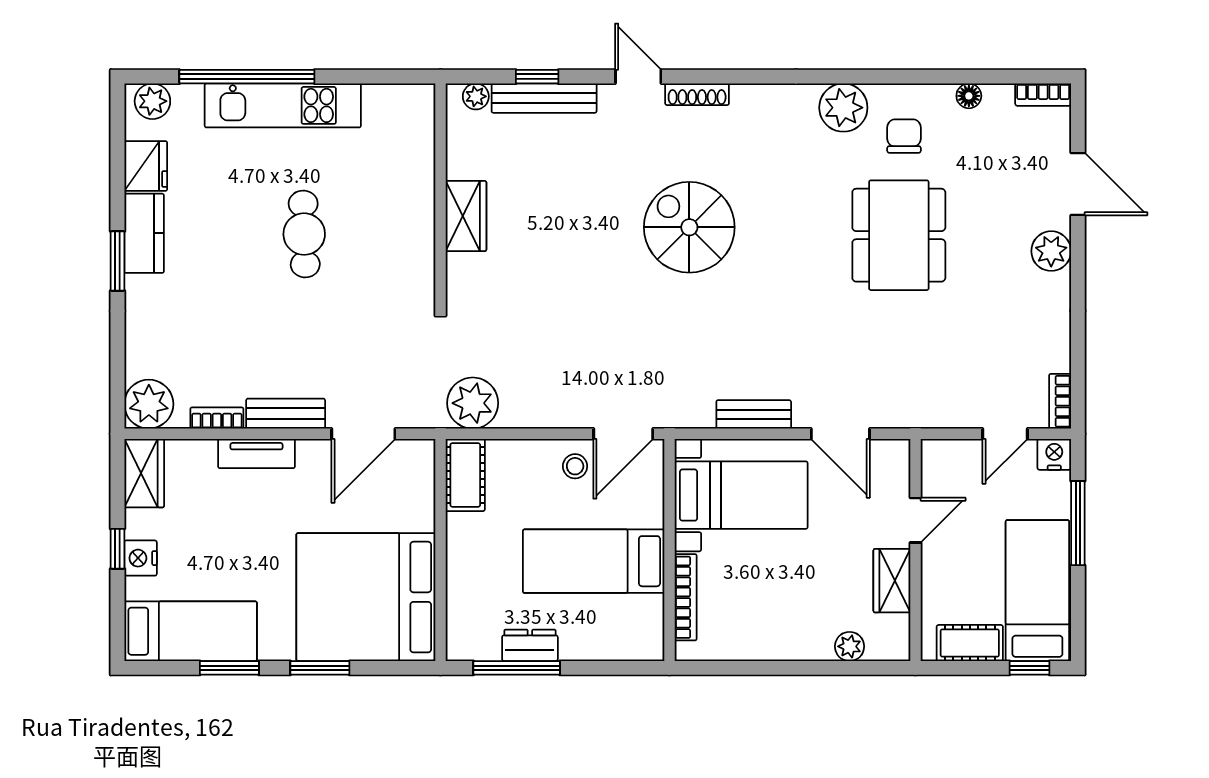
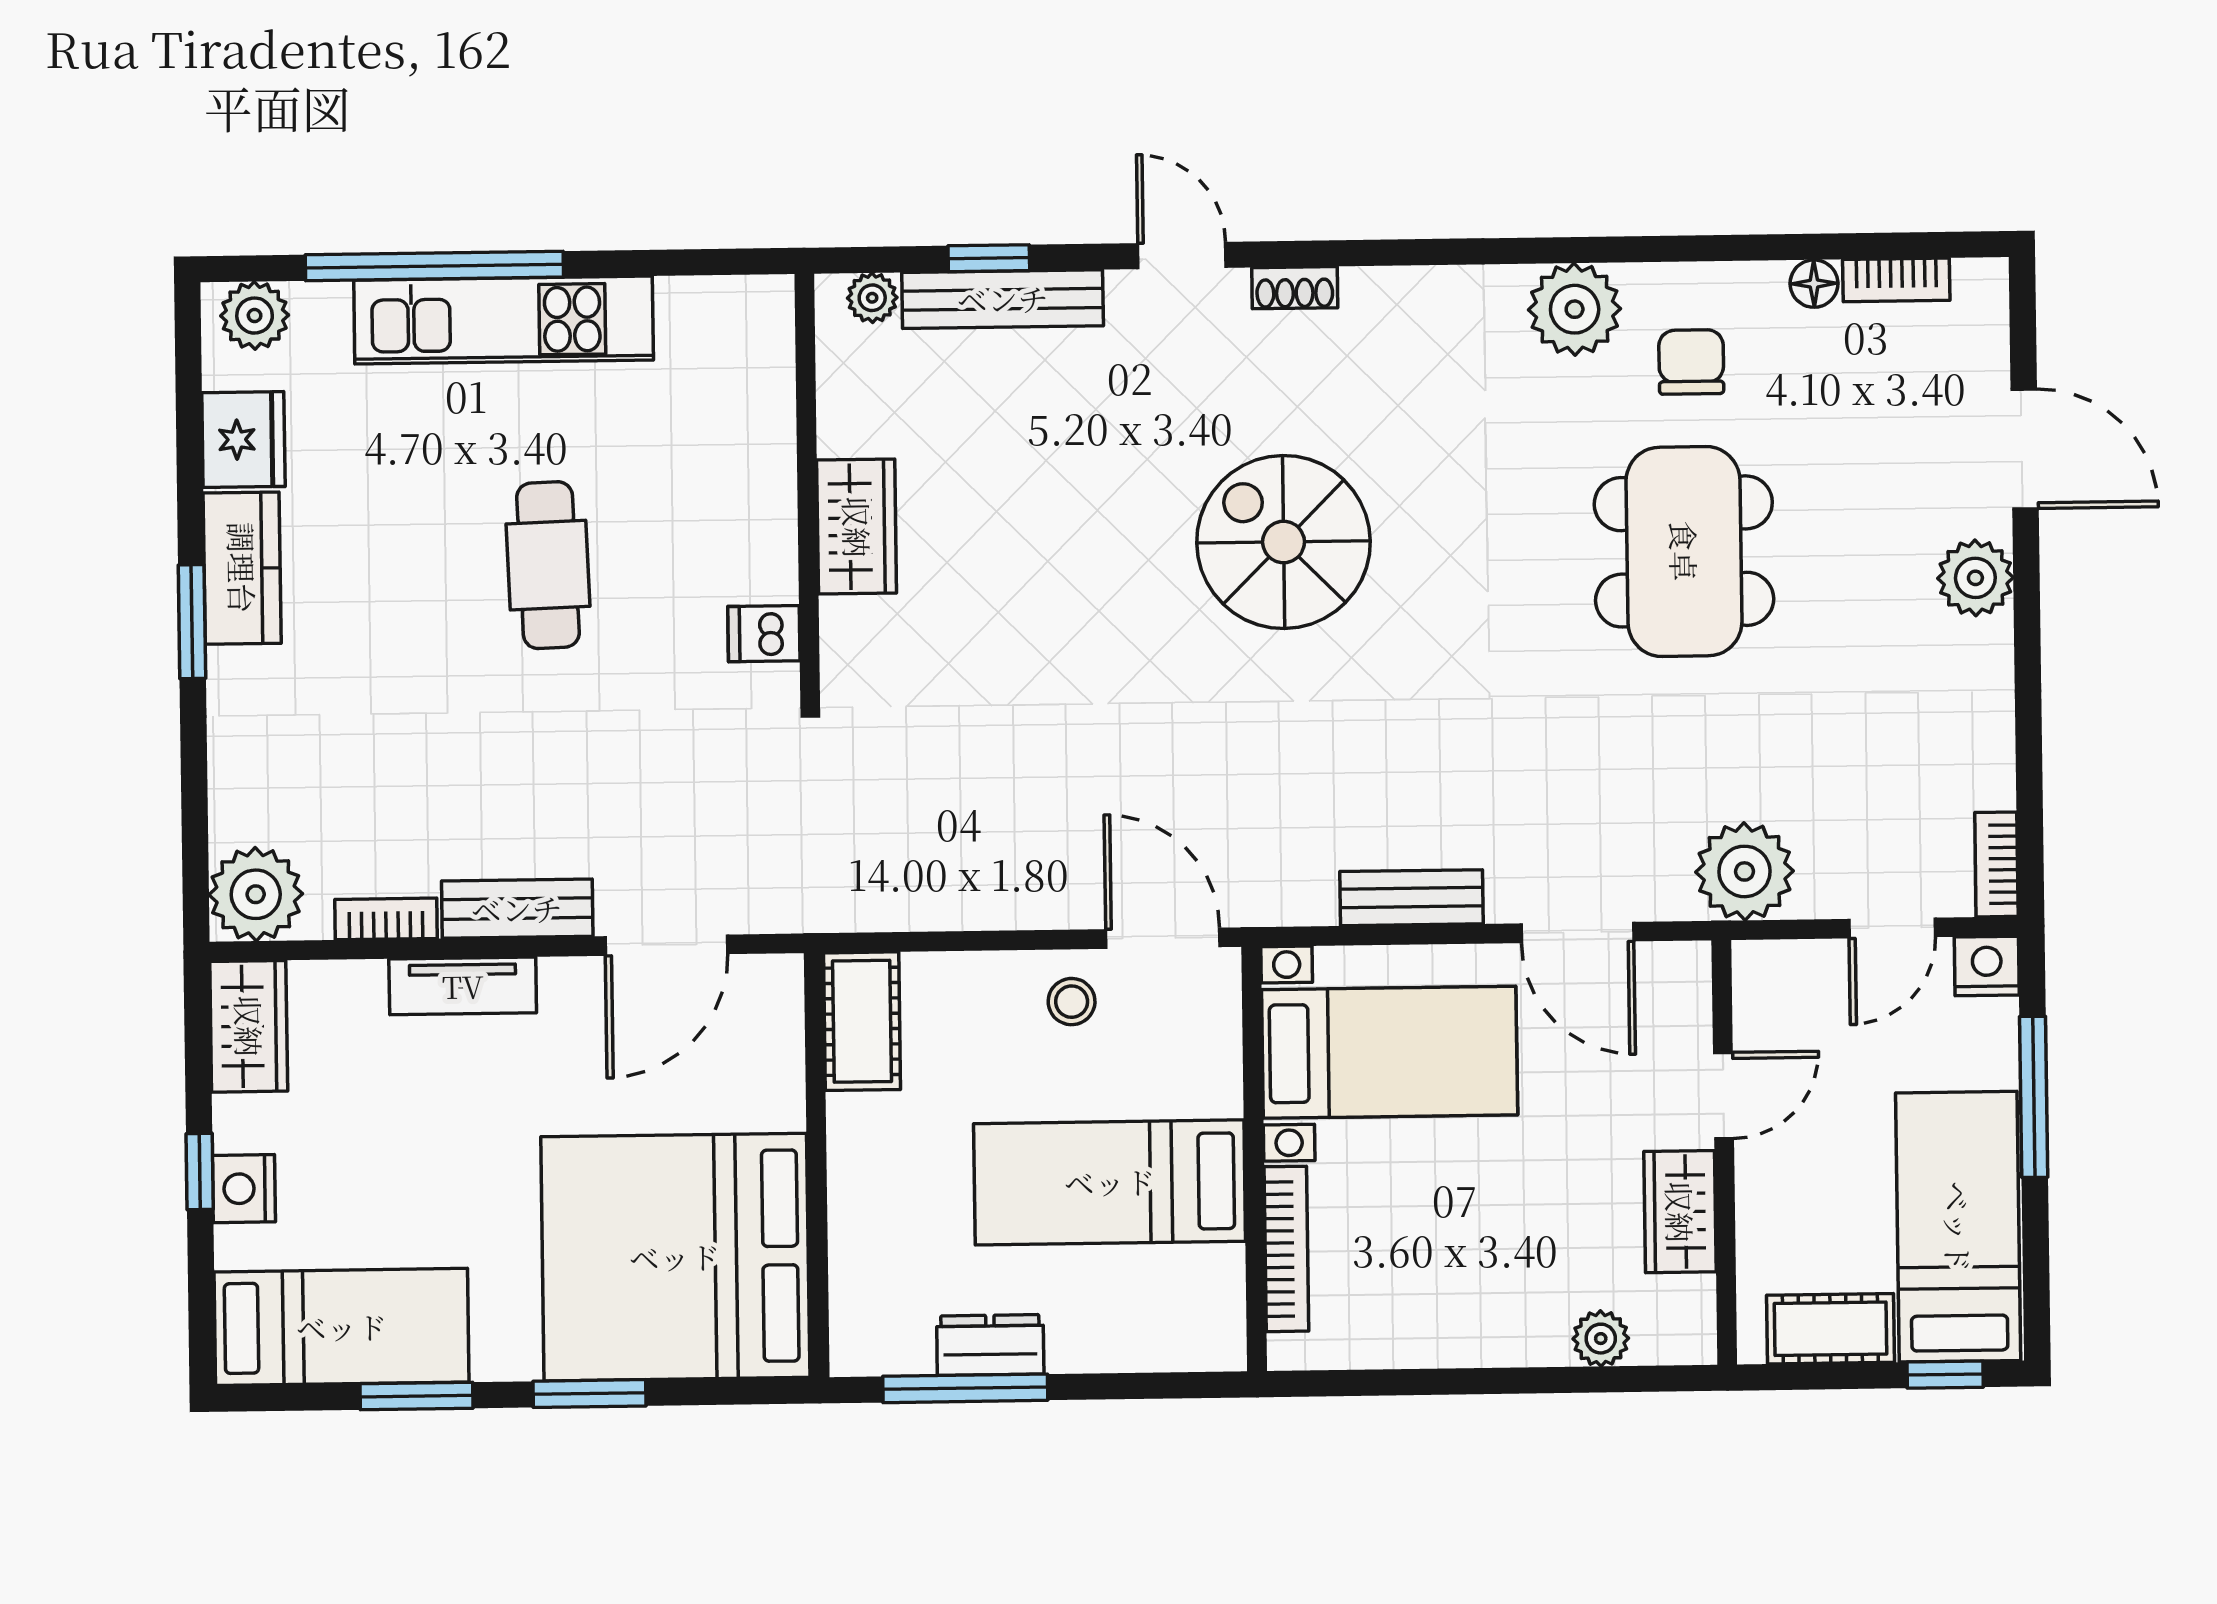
shoe rack: (697, 94) -> (1295, 288), width x0.70
bookcase: (1043, 95) -> (1896, 280), moved
dishwasher: (417, 271) -> (764, 634), added
plant: (473, 403) -> (1745, 871), moved
door: (623, 434) -> (1163, 938), swing flipped

